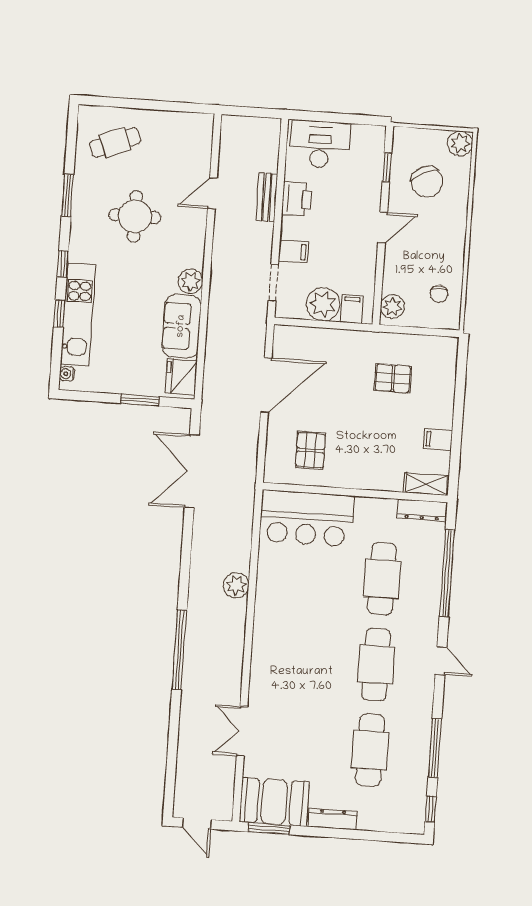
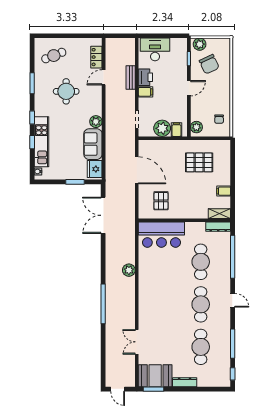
plant: (460, 143) -> (200, 44), moved
locker: (201, 151) -> (96, 57), added
filing cabinet: (293, 252) -> (146, 92), moved
pallet: (393, 378) -> (199, 162), width x1.50, depth x1.42
door: (266, 385) -> (137, 170), hinge flipped

